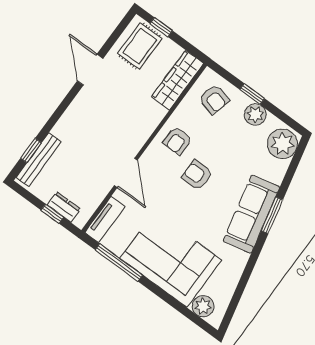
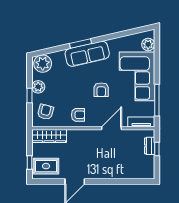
window: (31, 150) -> (134, 181), removed
bench: (39, 160) -> (136, 175), removed
armchair: (197, 175) -> (101, 90), moved

